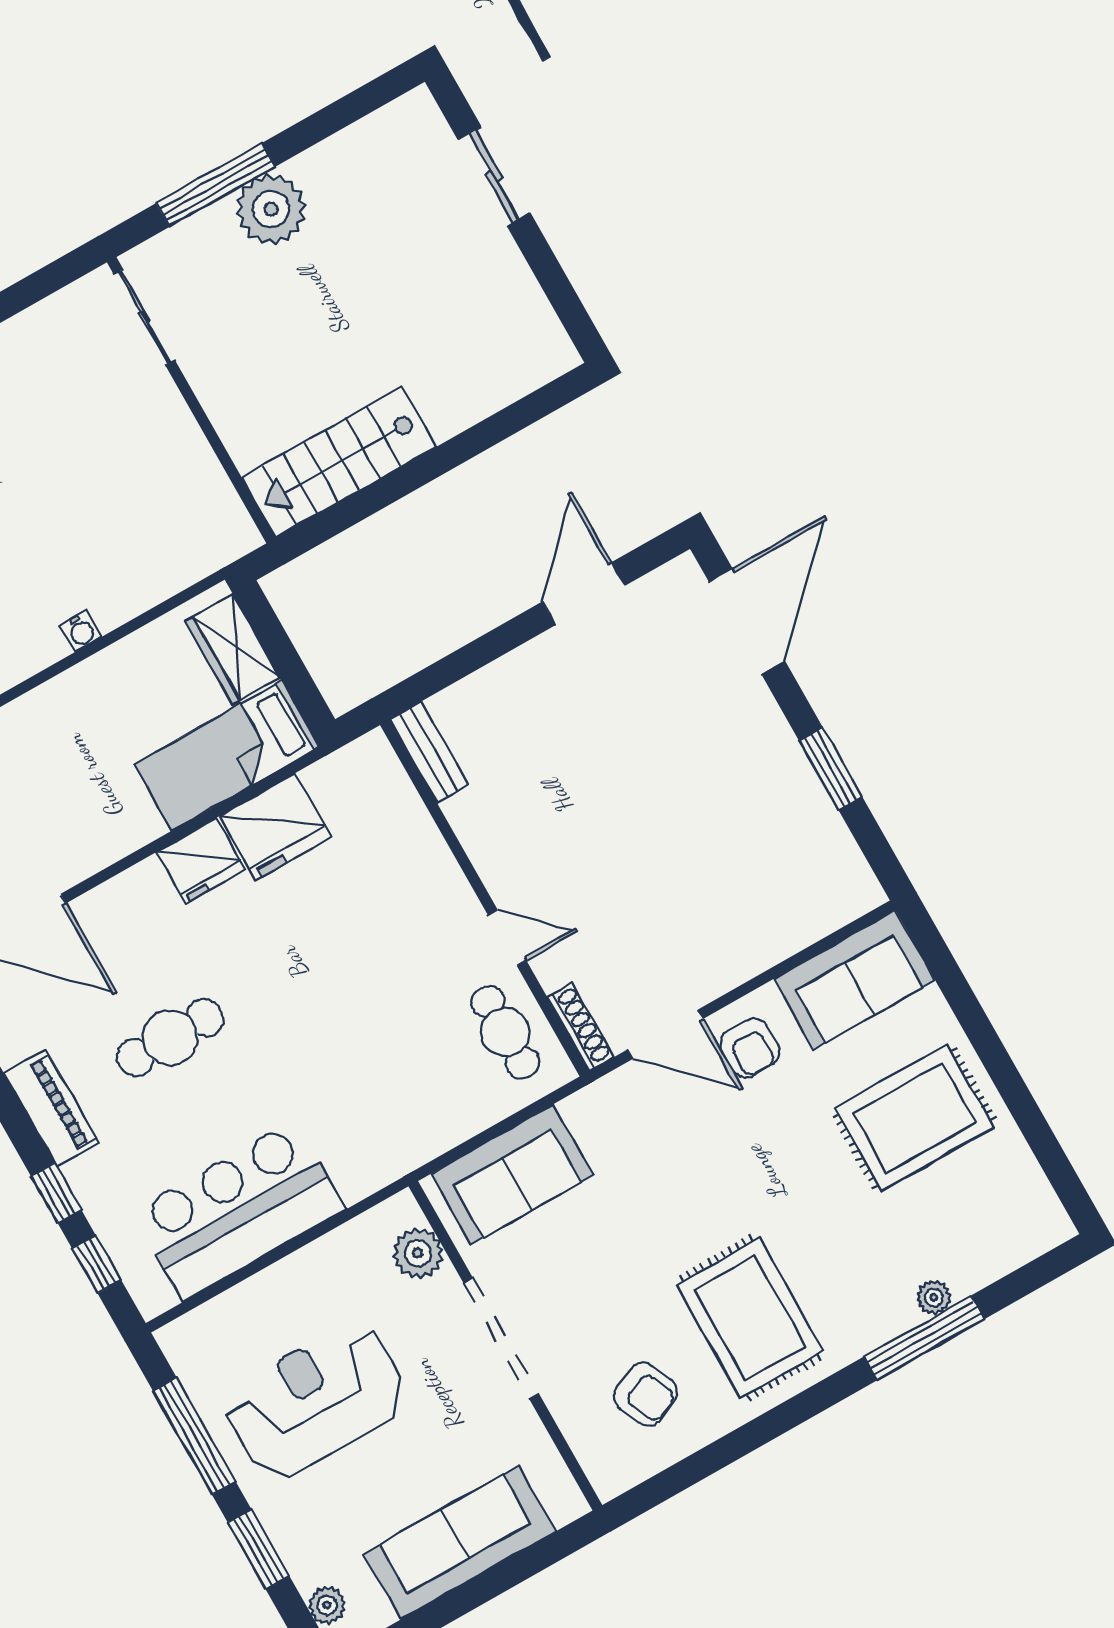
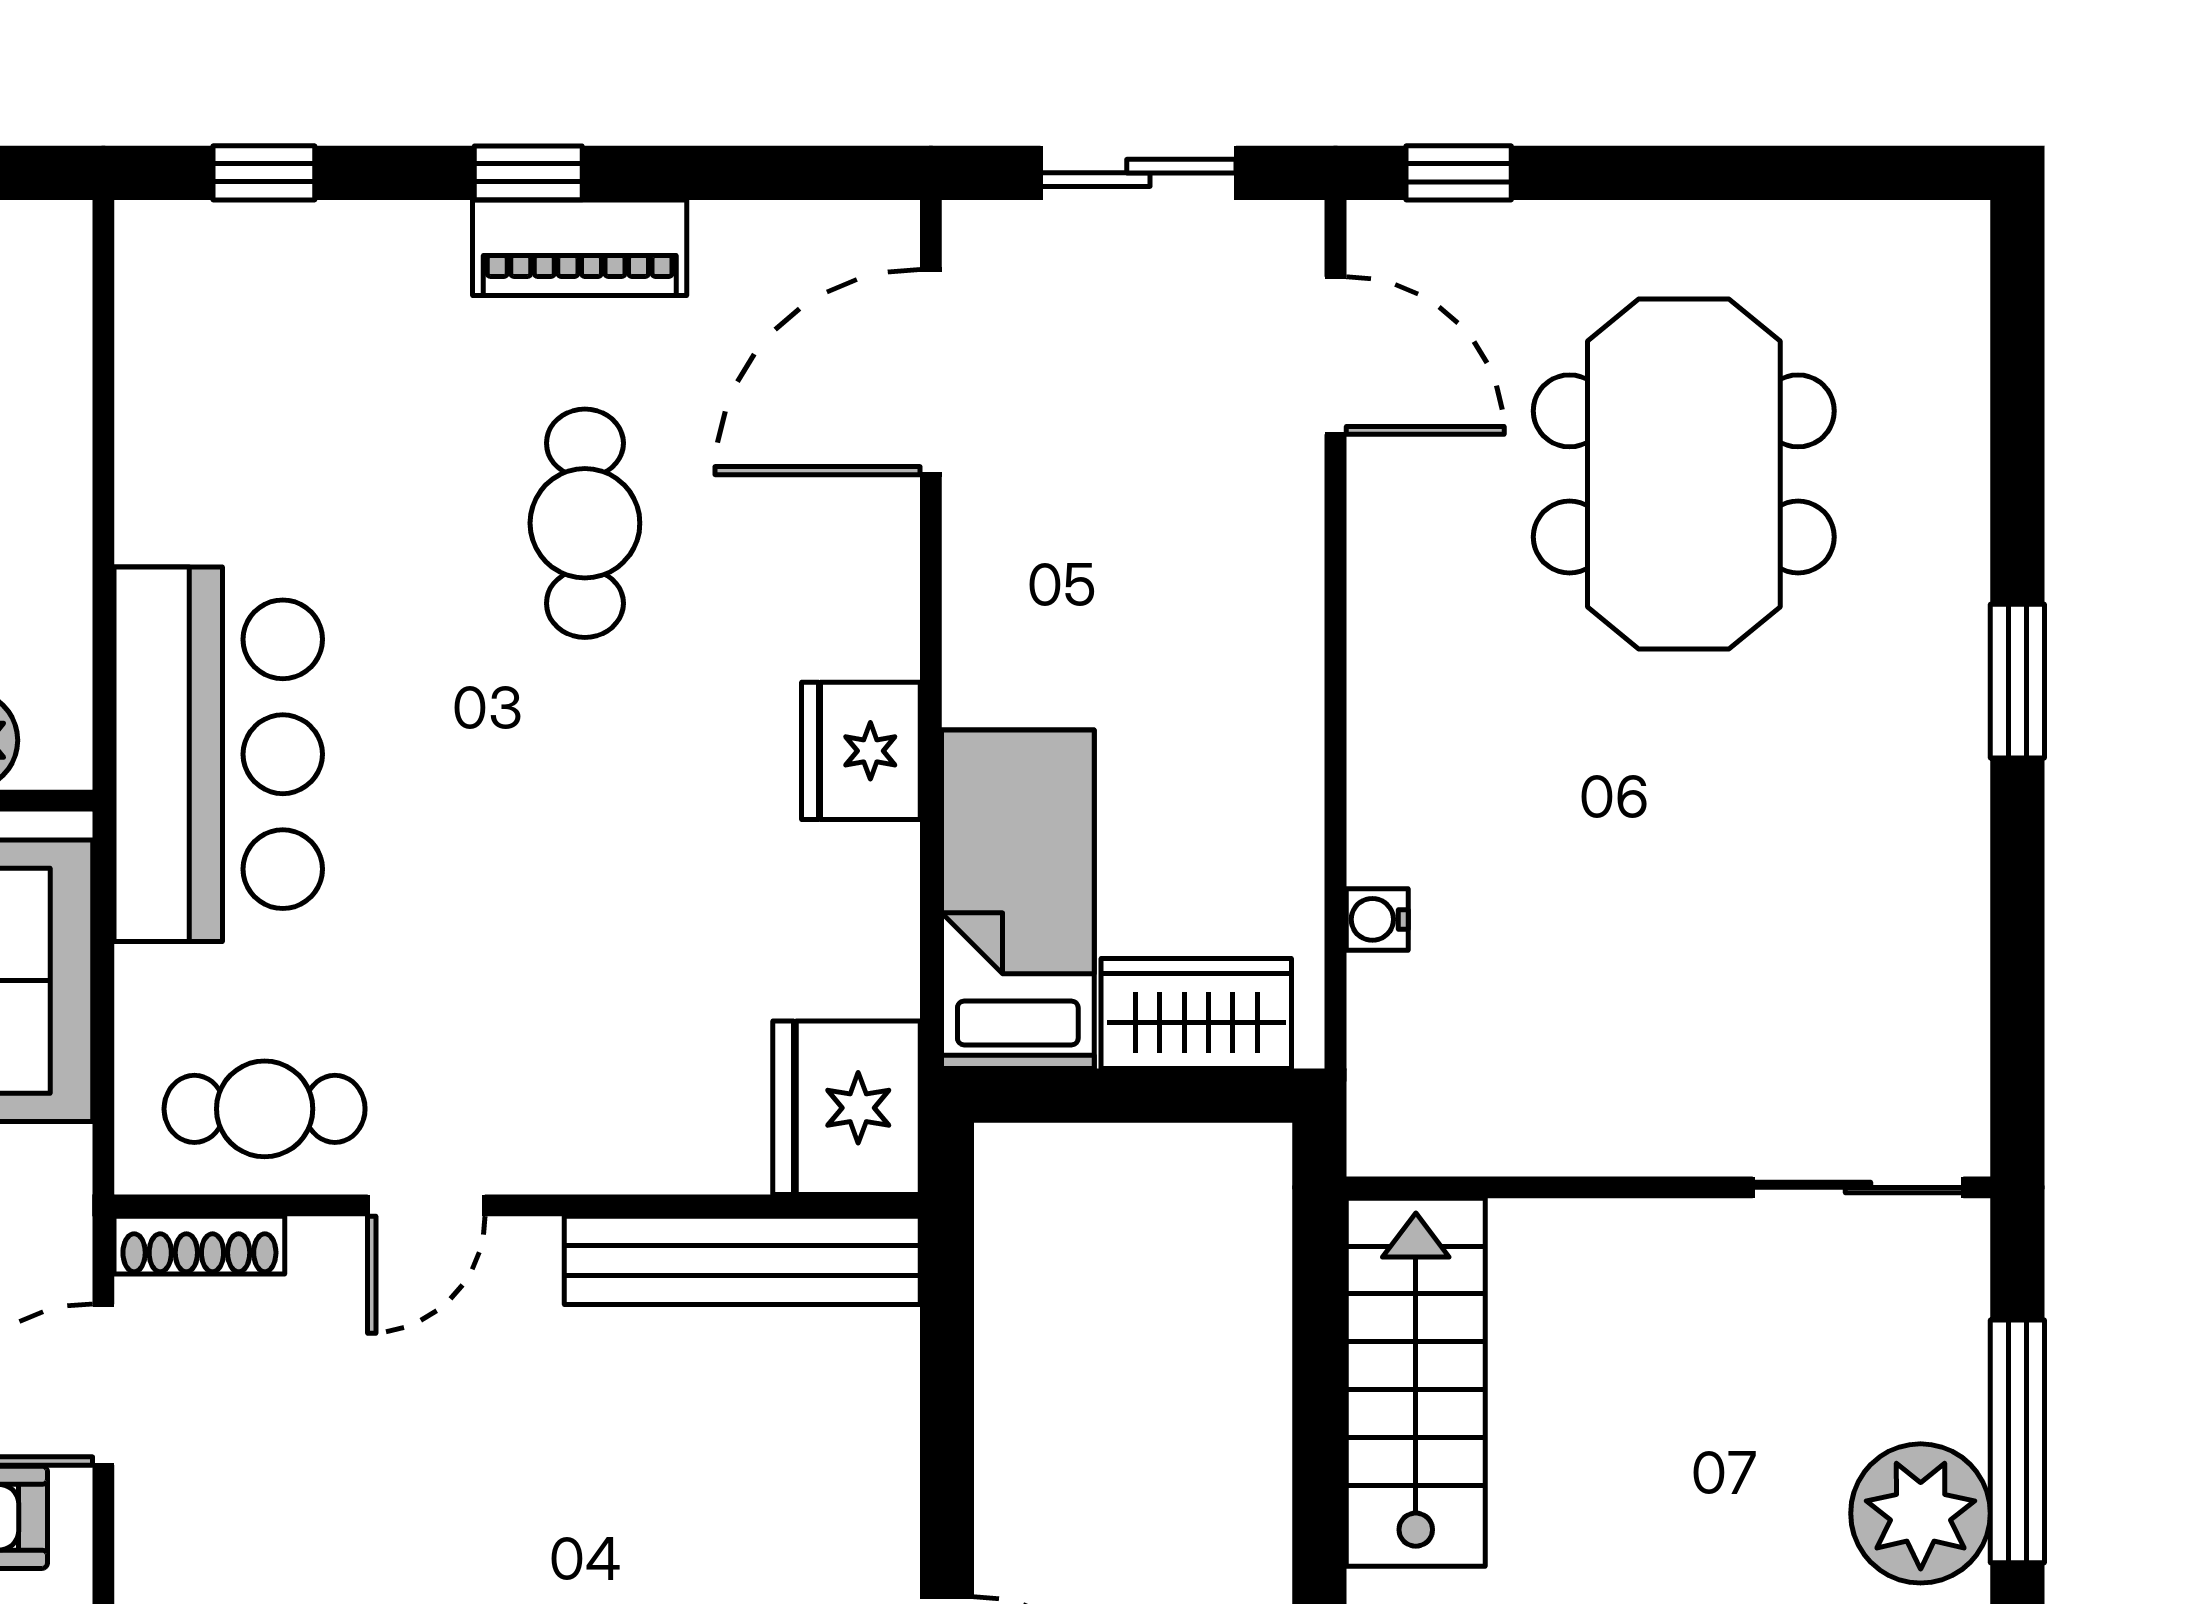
water cooler: (81, 631) -> (1377, 919), moved
bench: (429, 752) -> (742, 1260), width x1.86, depth x1.21
fridge: (276, 827) -> (846, 1108), moved
window: (56, 1193) -> (528, 173), moved
bar counter: (239, 1210) -> (218, 754), moved

